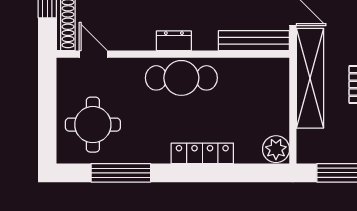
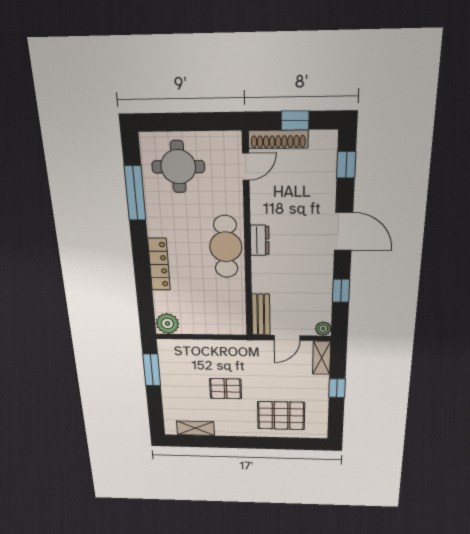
bench: (254, 41) -> (261, 315), width x0.73
shelving: (310, 78) -> (229, 350), removed

